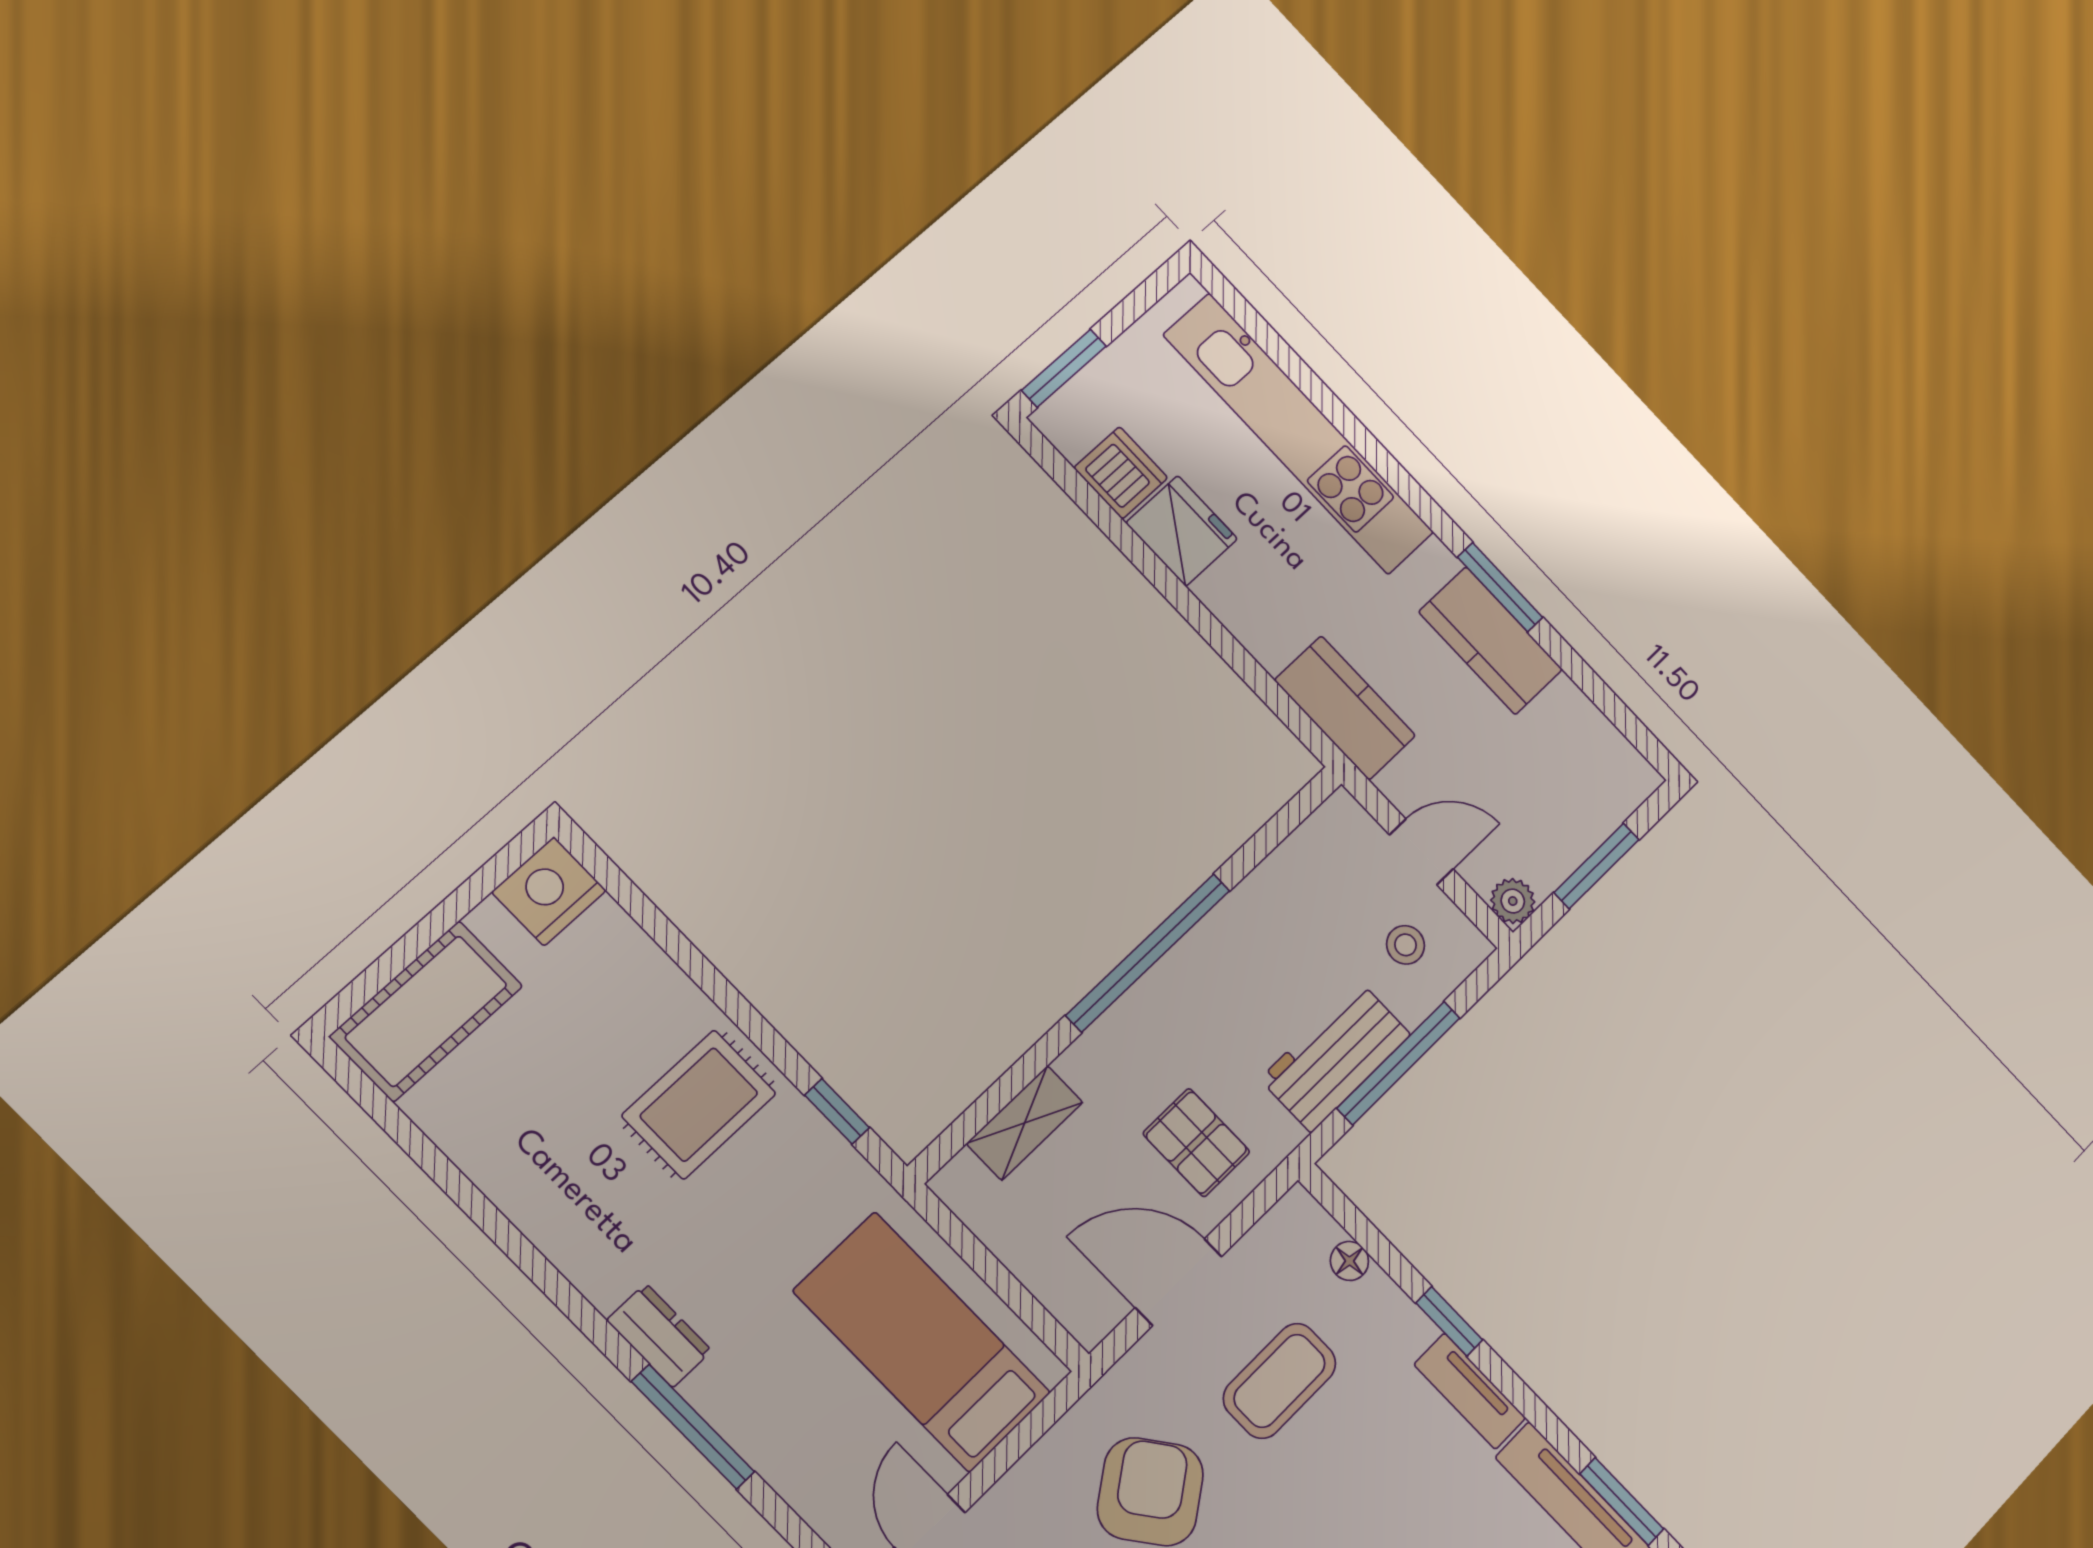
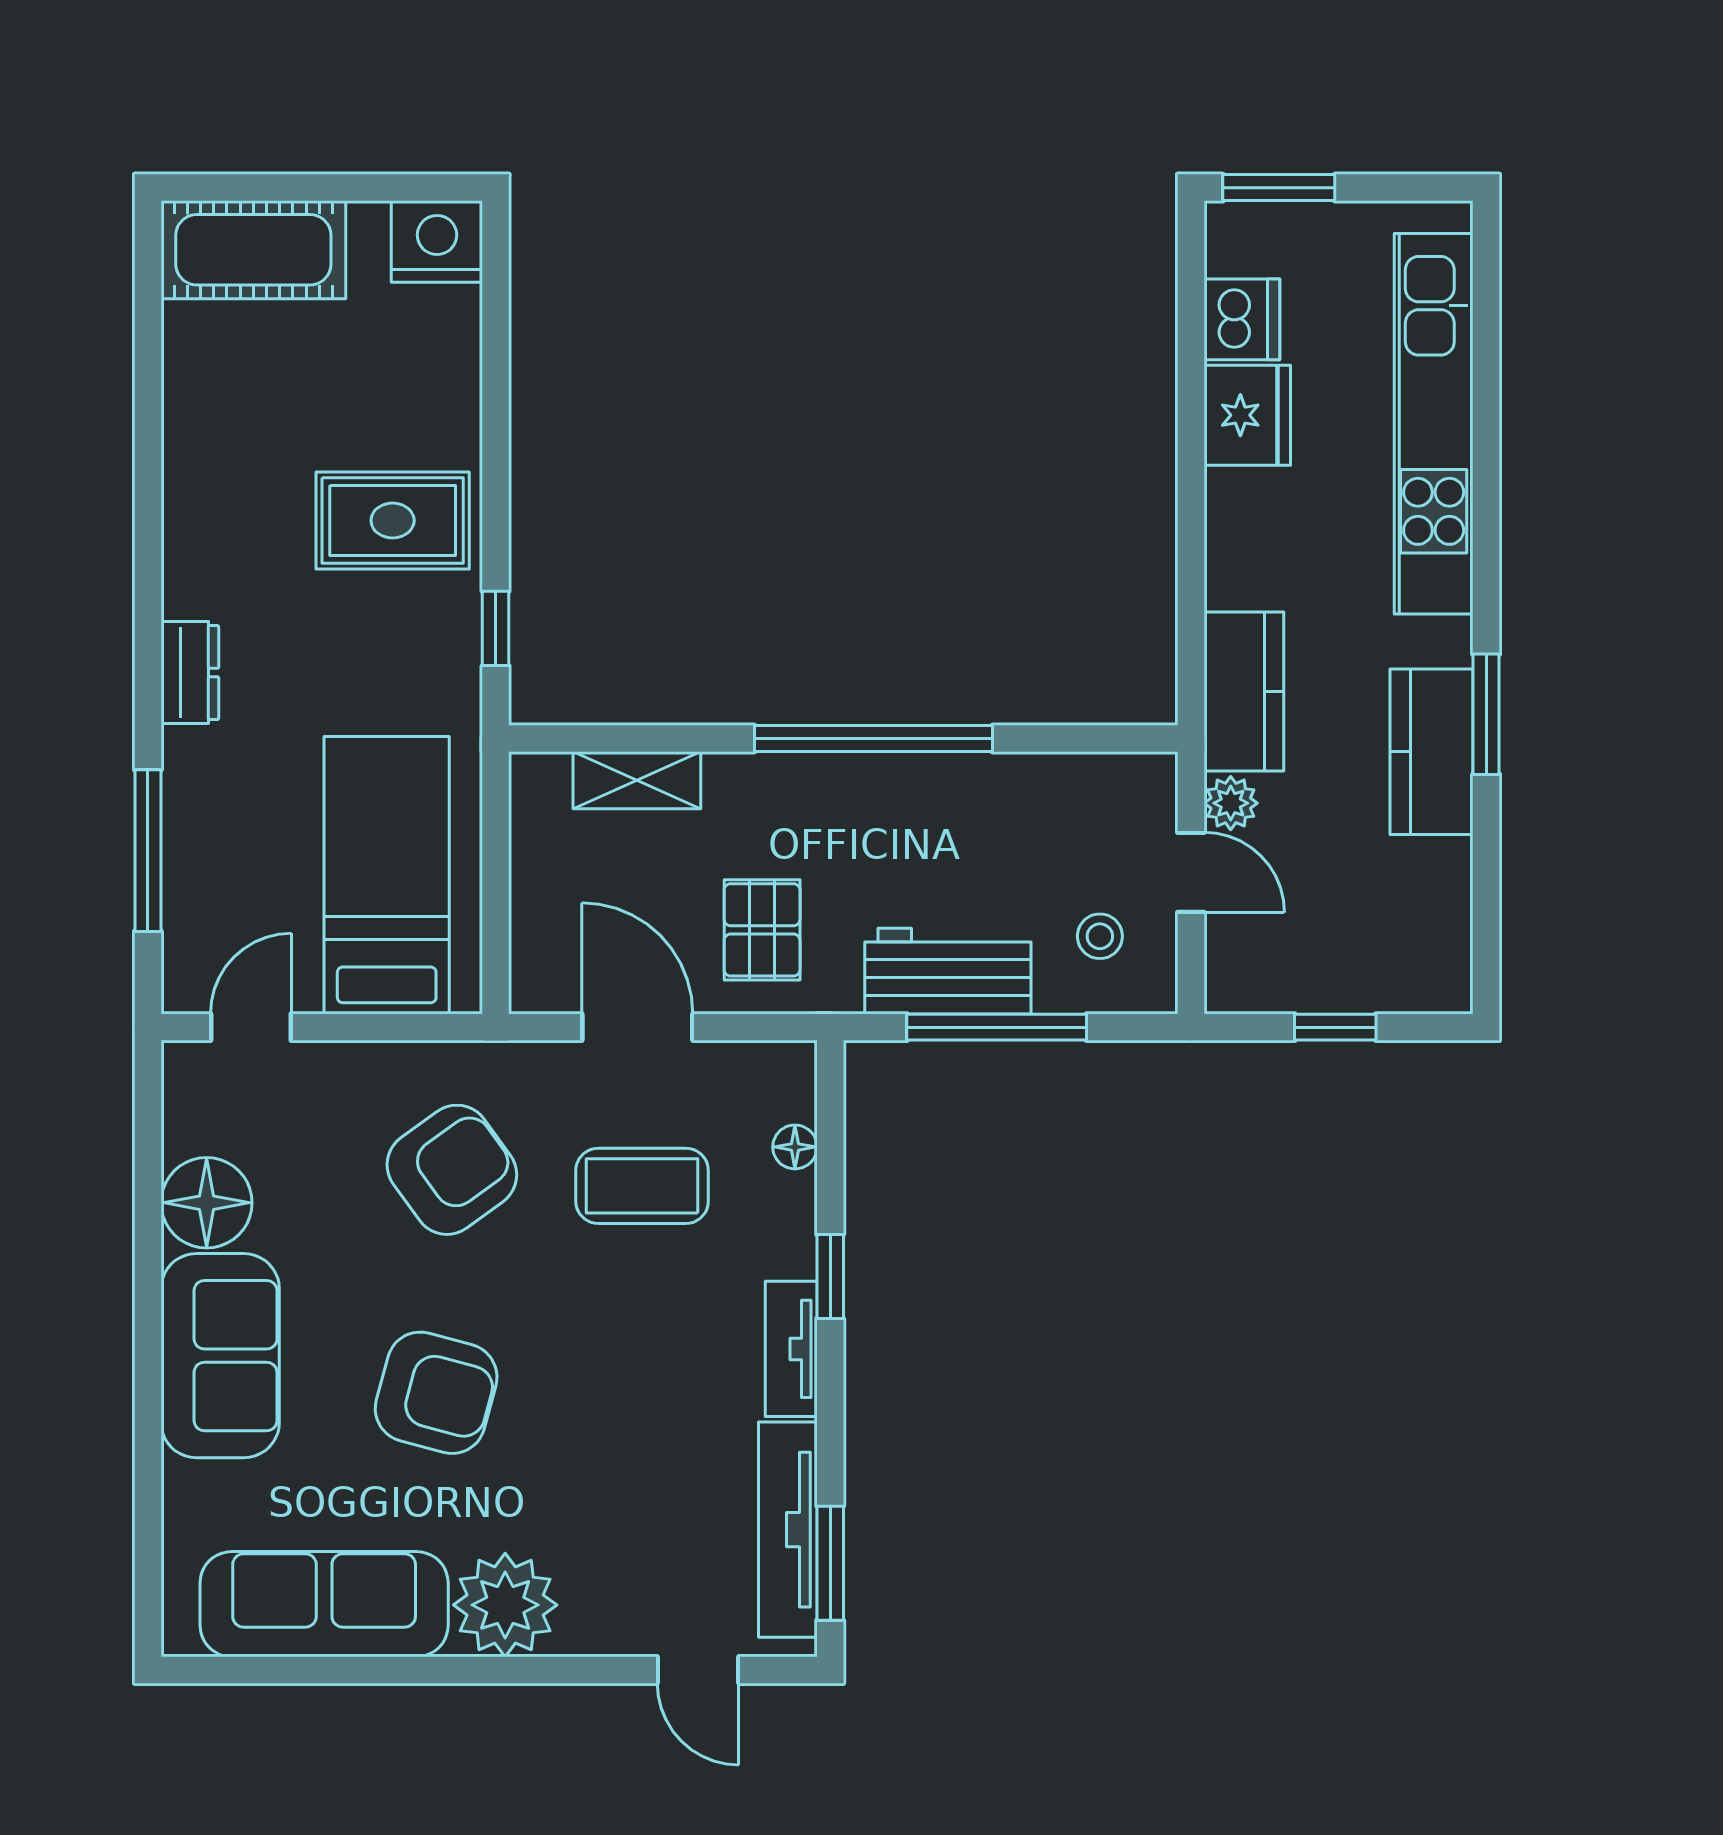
window: (1596, 866) -> (1335, 1027), width x0.67
plant: (1513, 901) -> (1231, 803), moved
window: (693, 1427) -> (148, 851), moved

